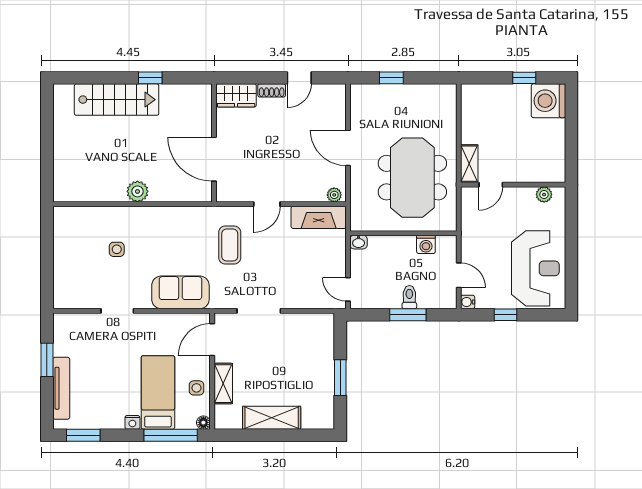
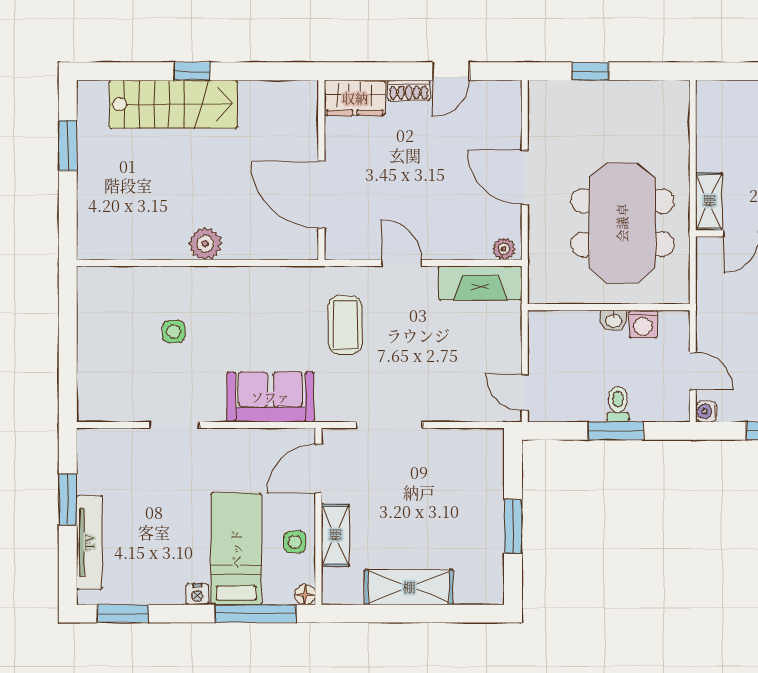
window: (150, 78) -> (192, 71), moved
window: (47, 127) -> (68, 146), added
door: (267, 204) -> (402, 263), swing flipped
washbasin: (359, 242) -> (614, 321), moved

